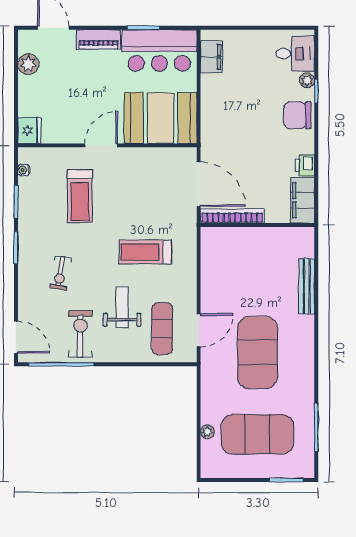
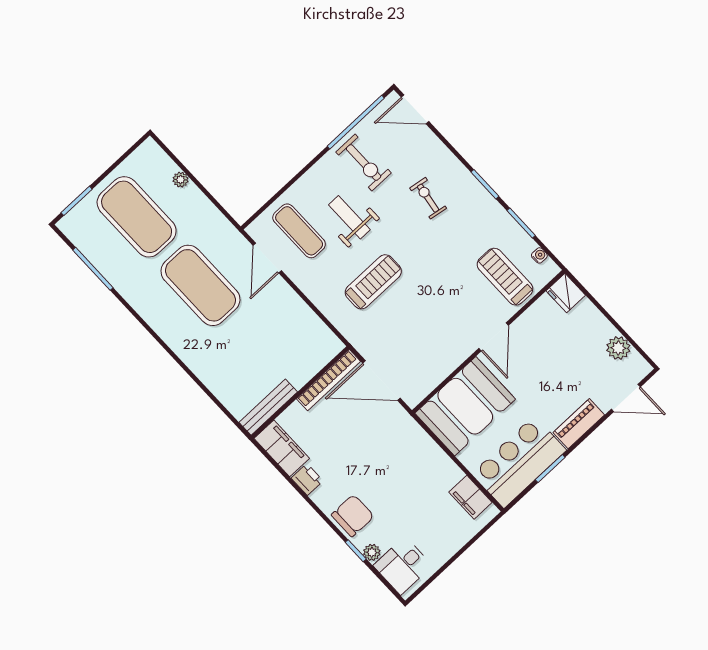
treadmill: (80, 196) -> (505, 277), moved
bench: (307, 286) -> (268, 407), moved, turned 90
weight bench: (122, 307) -> (349, 217), turned 180
exercise mat: (257, 434) -> (137, 217), turned 90

